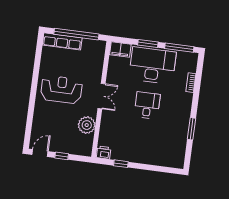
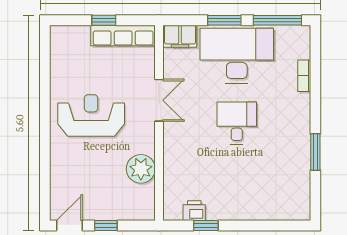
window: (76, 34) -> (104, 20), width x0.32
row of seats: (62, 41) -> (123, 35), moved
double door: (102, 96) -> (159, 100), moved
printer: (104, 152) -> (194, 211), moved

